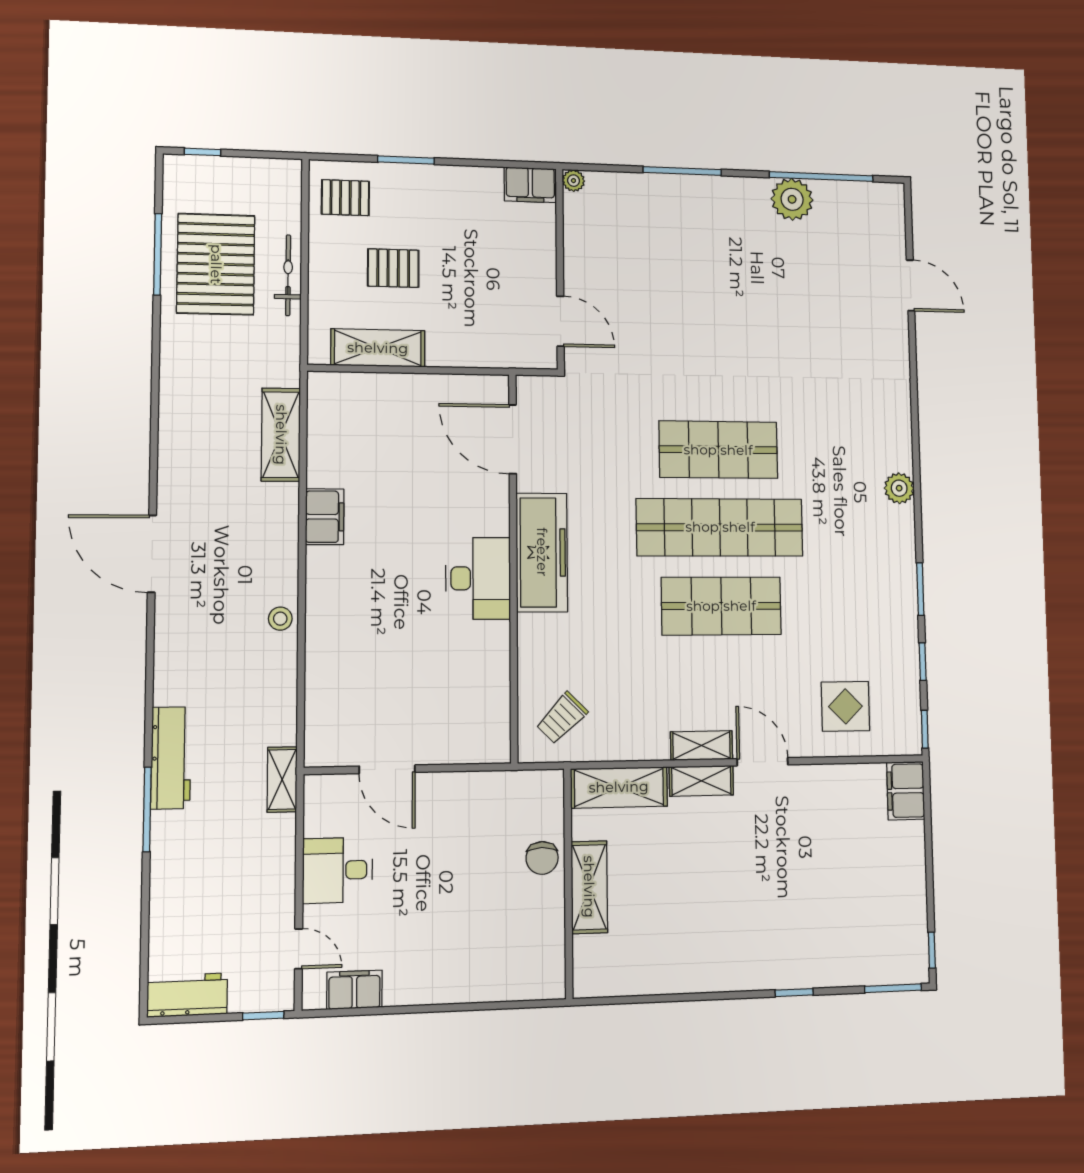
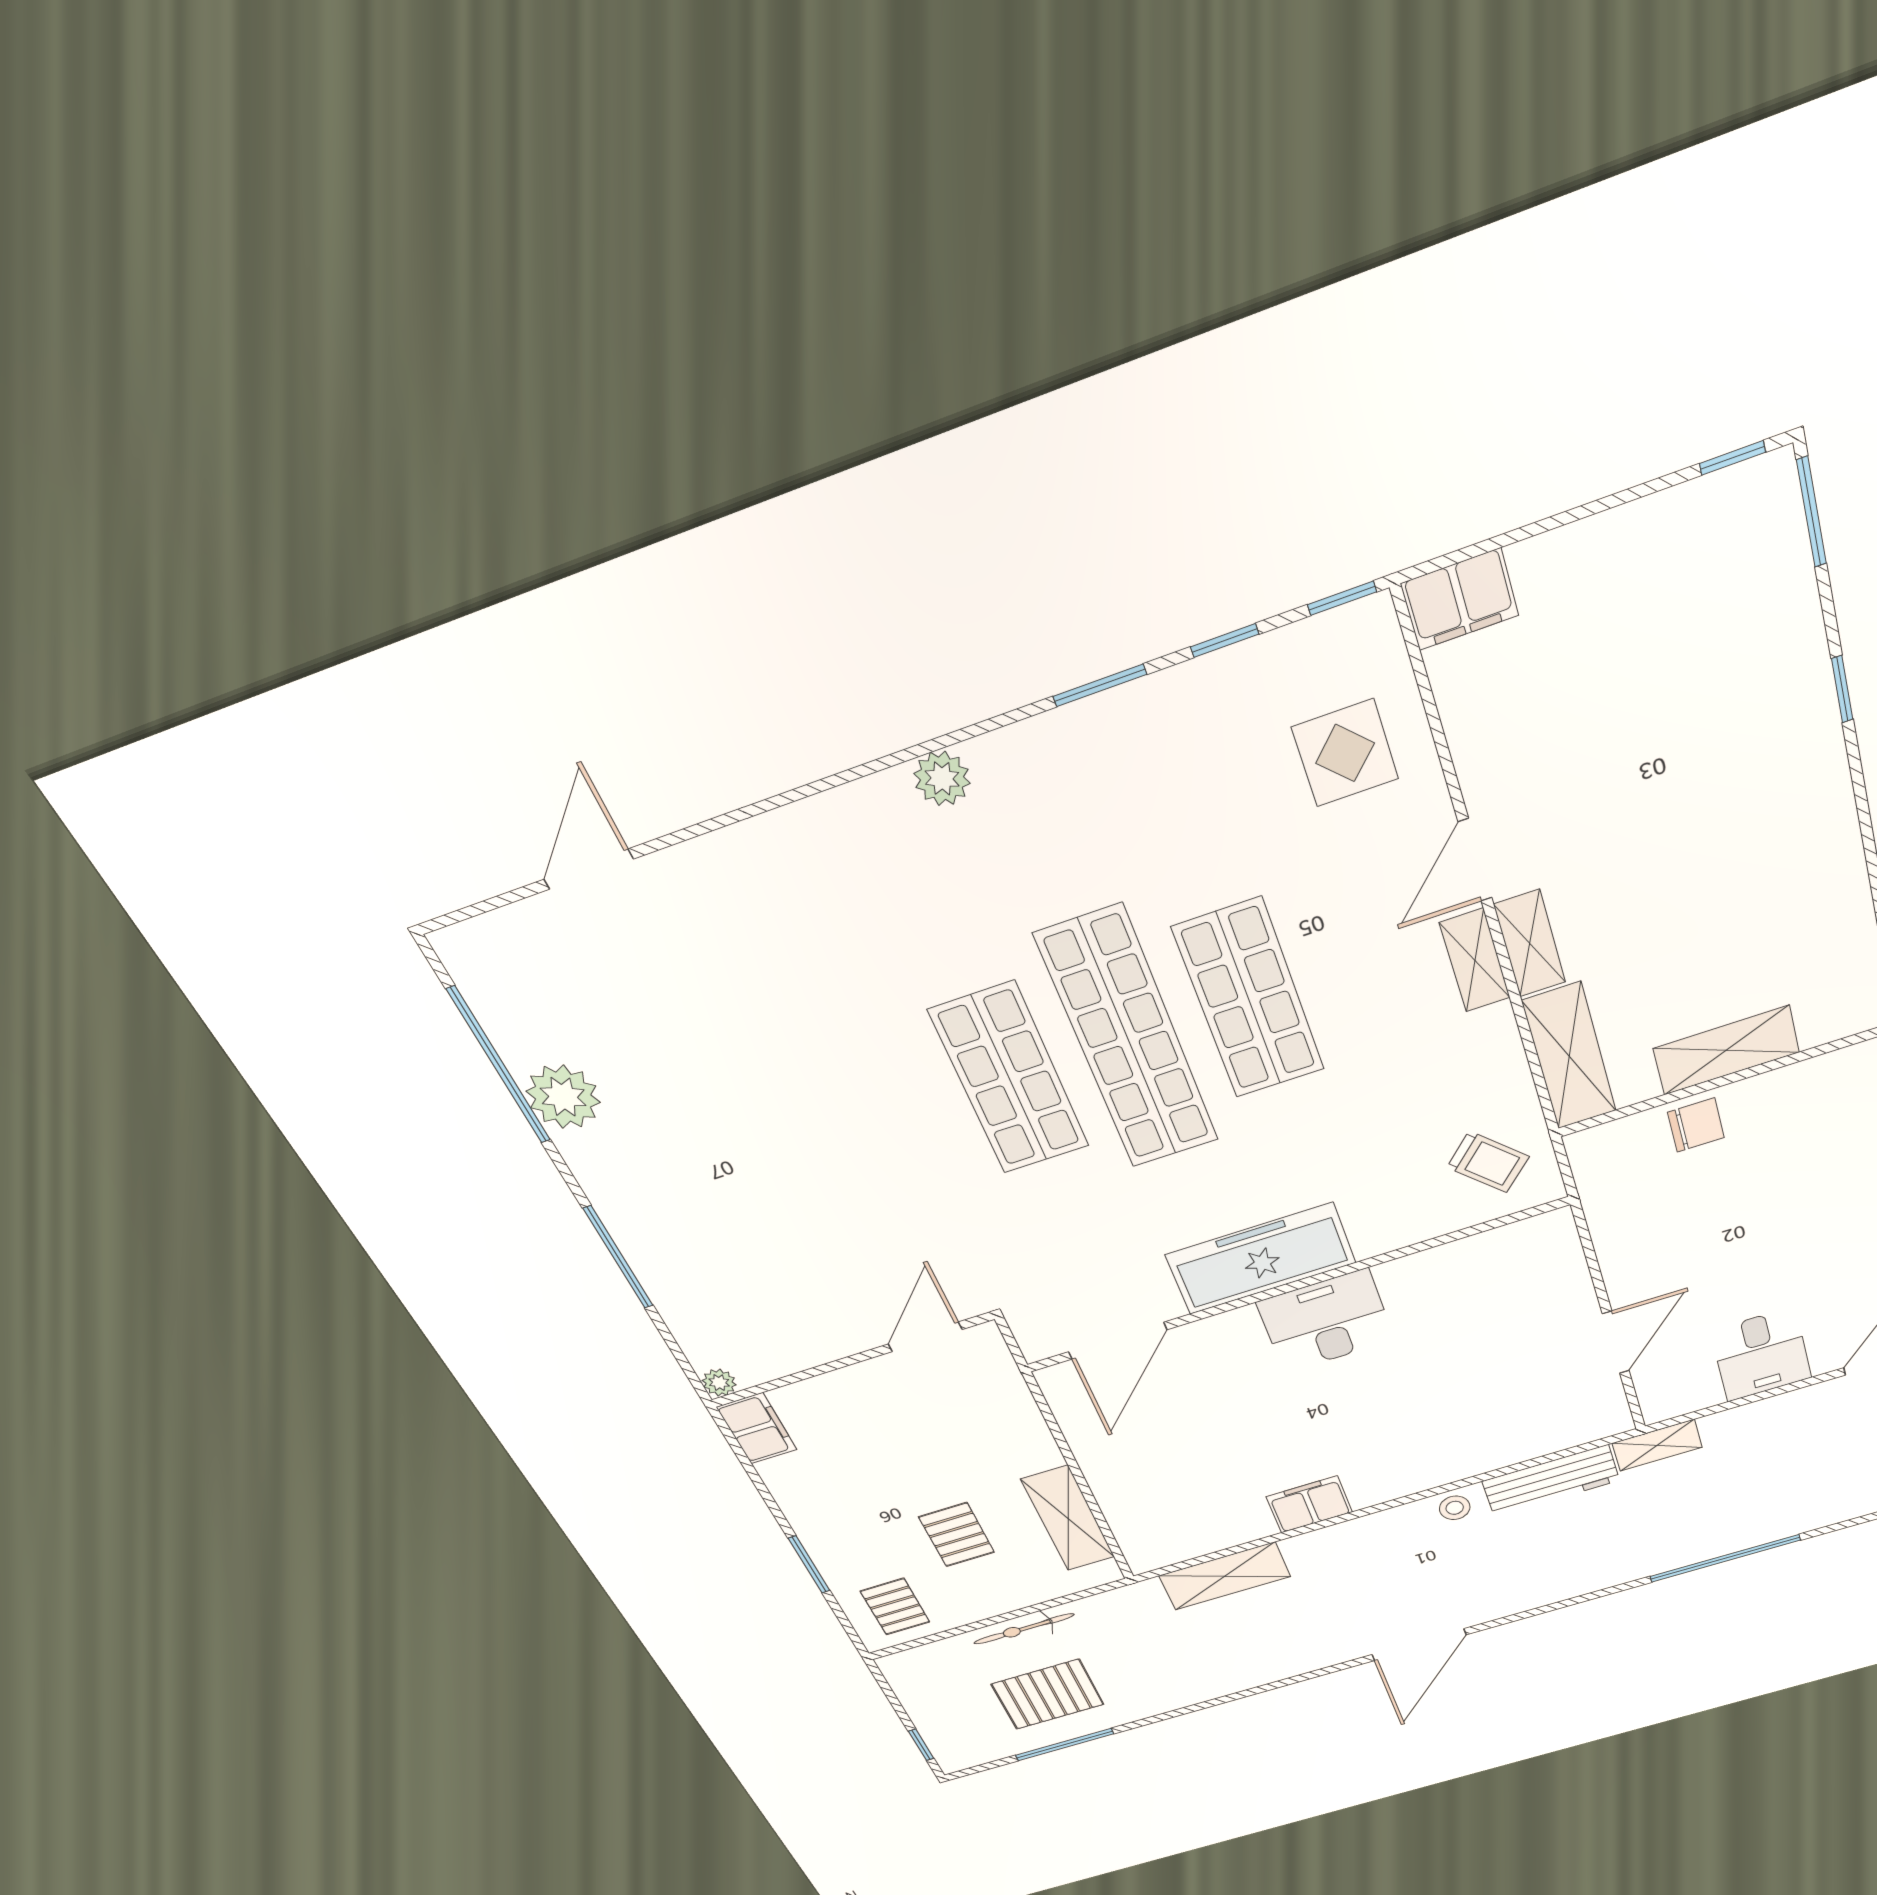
pallet: (216, 264) -> (1048, 1694), width x0.73, depth x0.71
workbench: (171, 758) -> (1551, 1481), moved, turned 180
window: (147, 809) -> (1725, 1558), width x1.46

